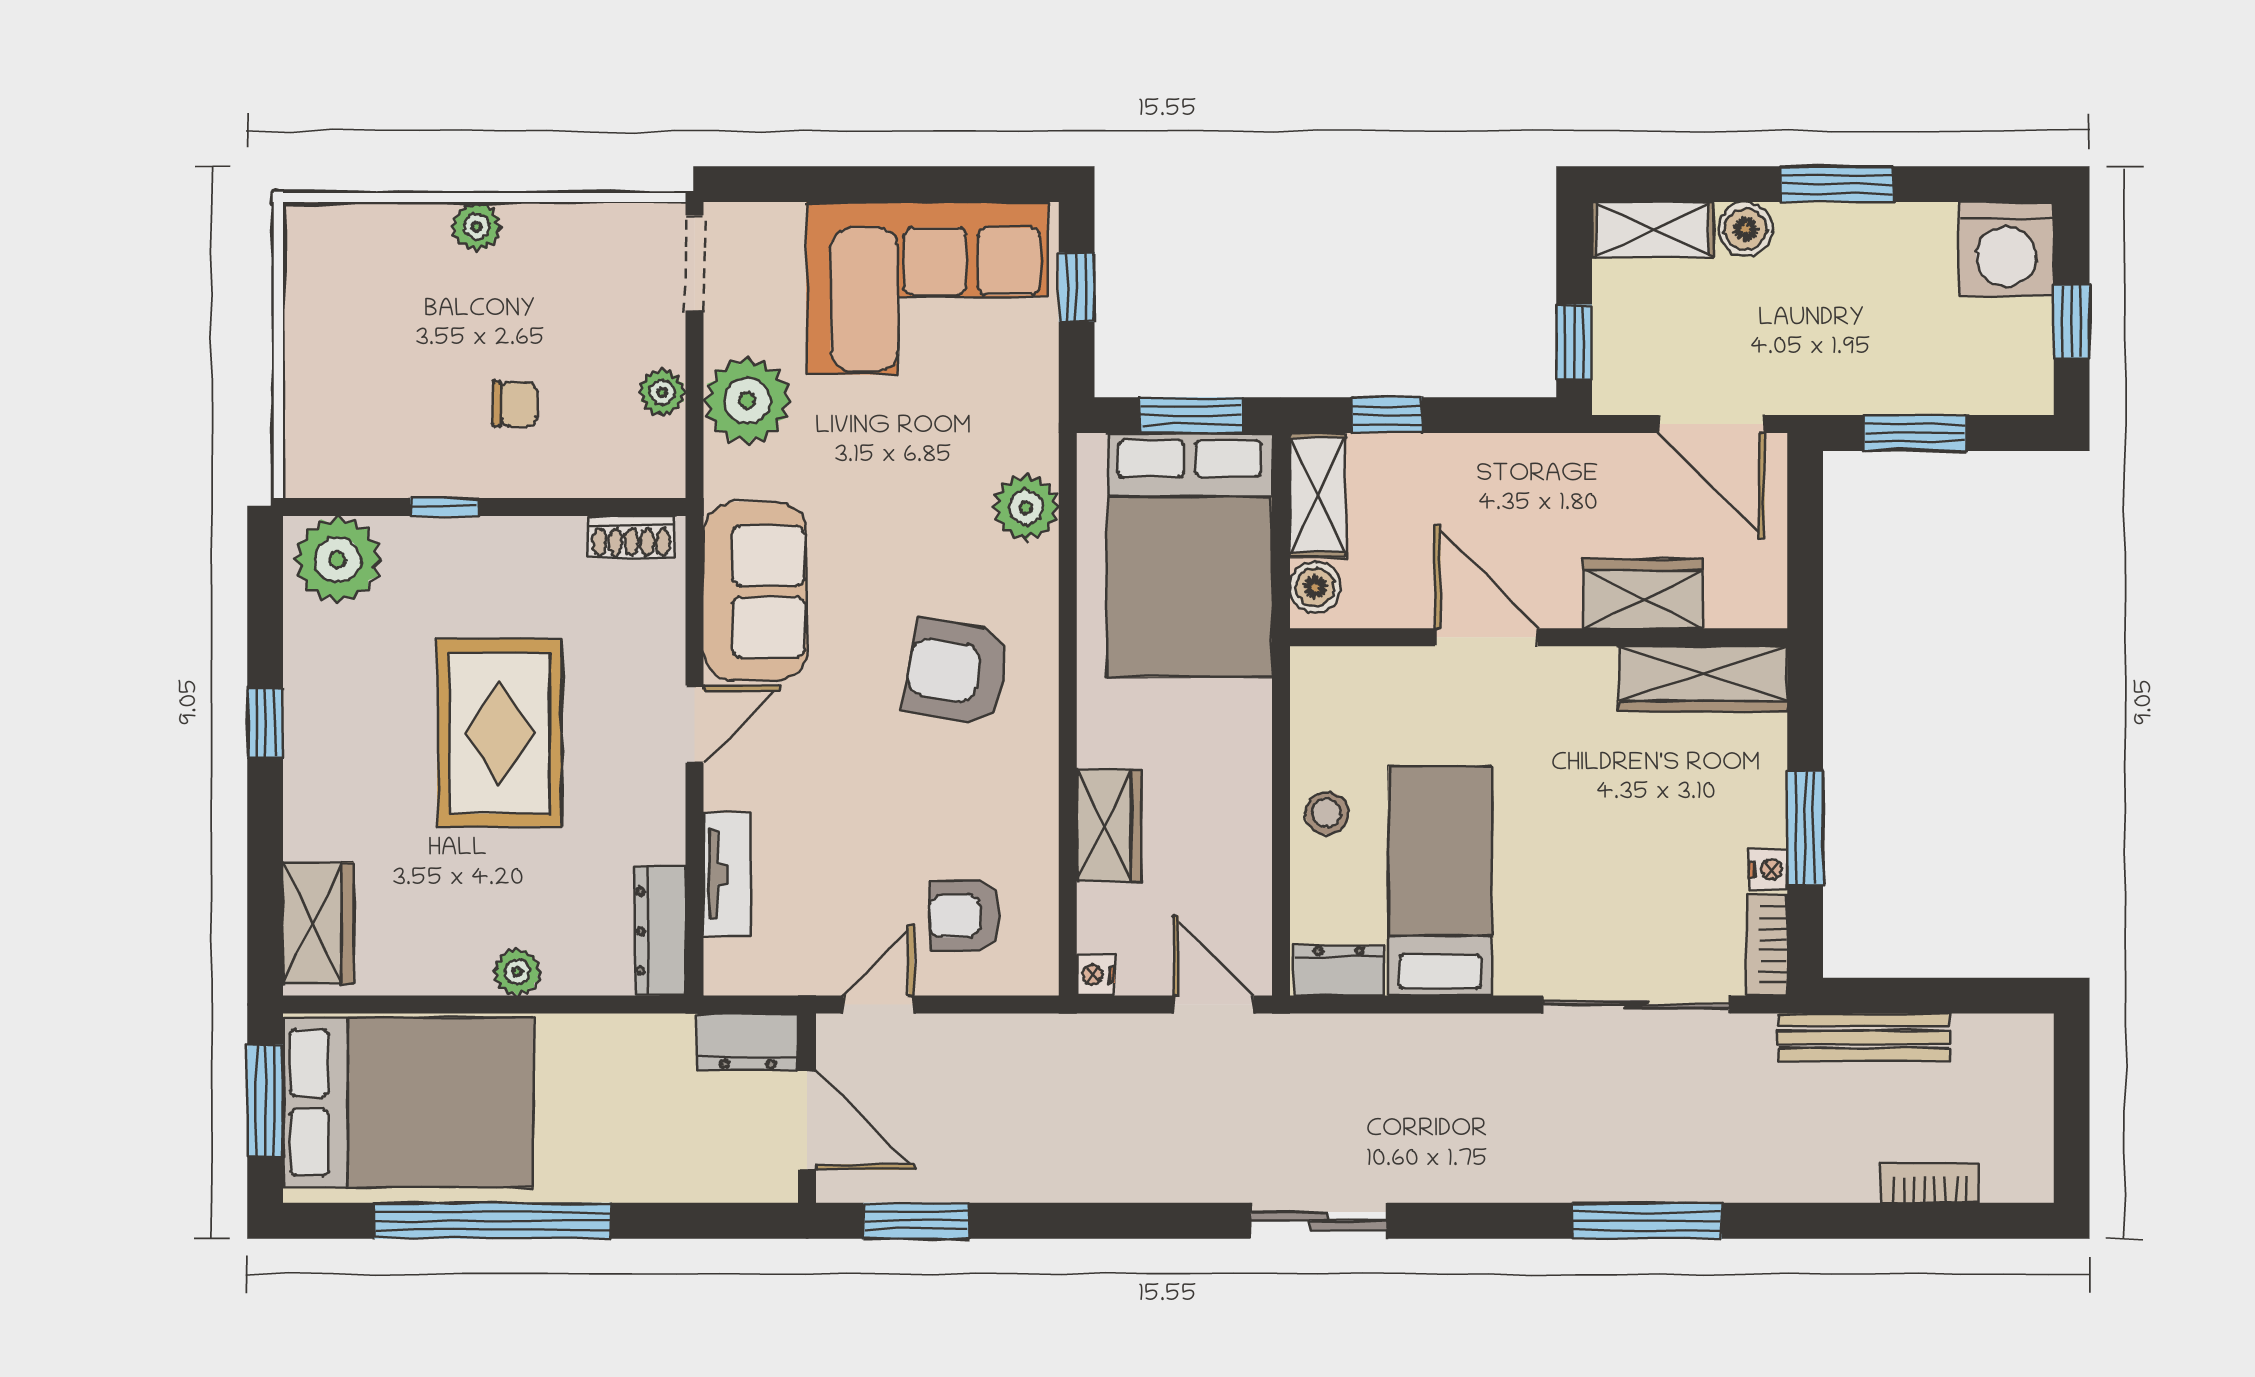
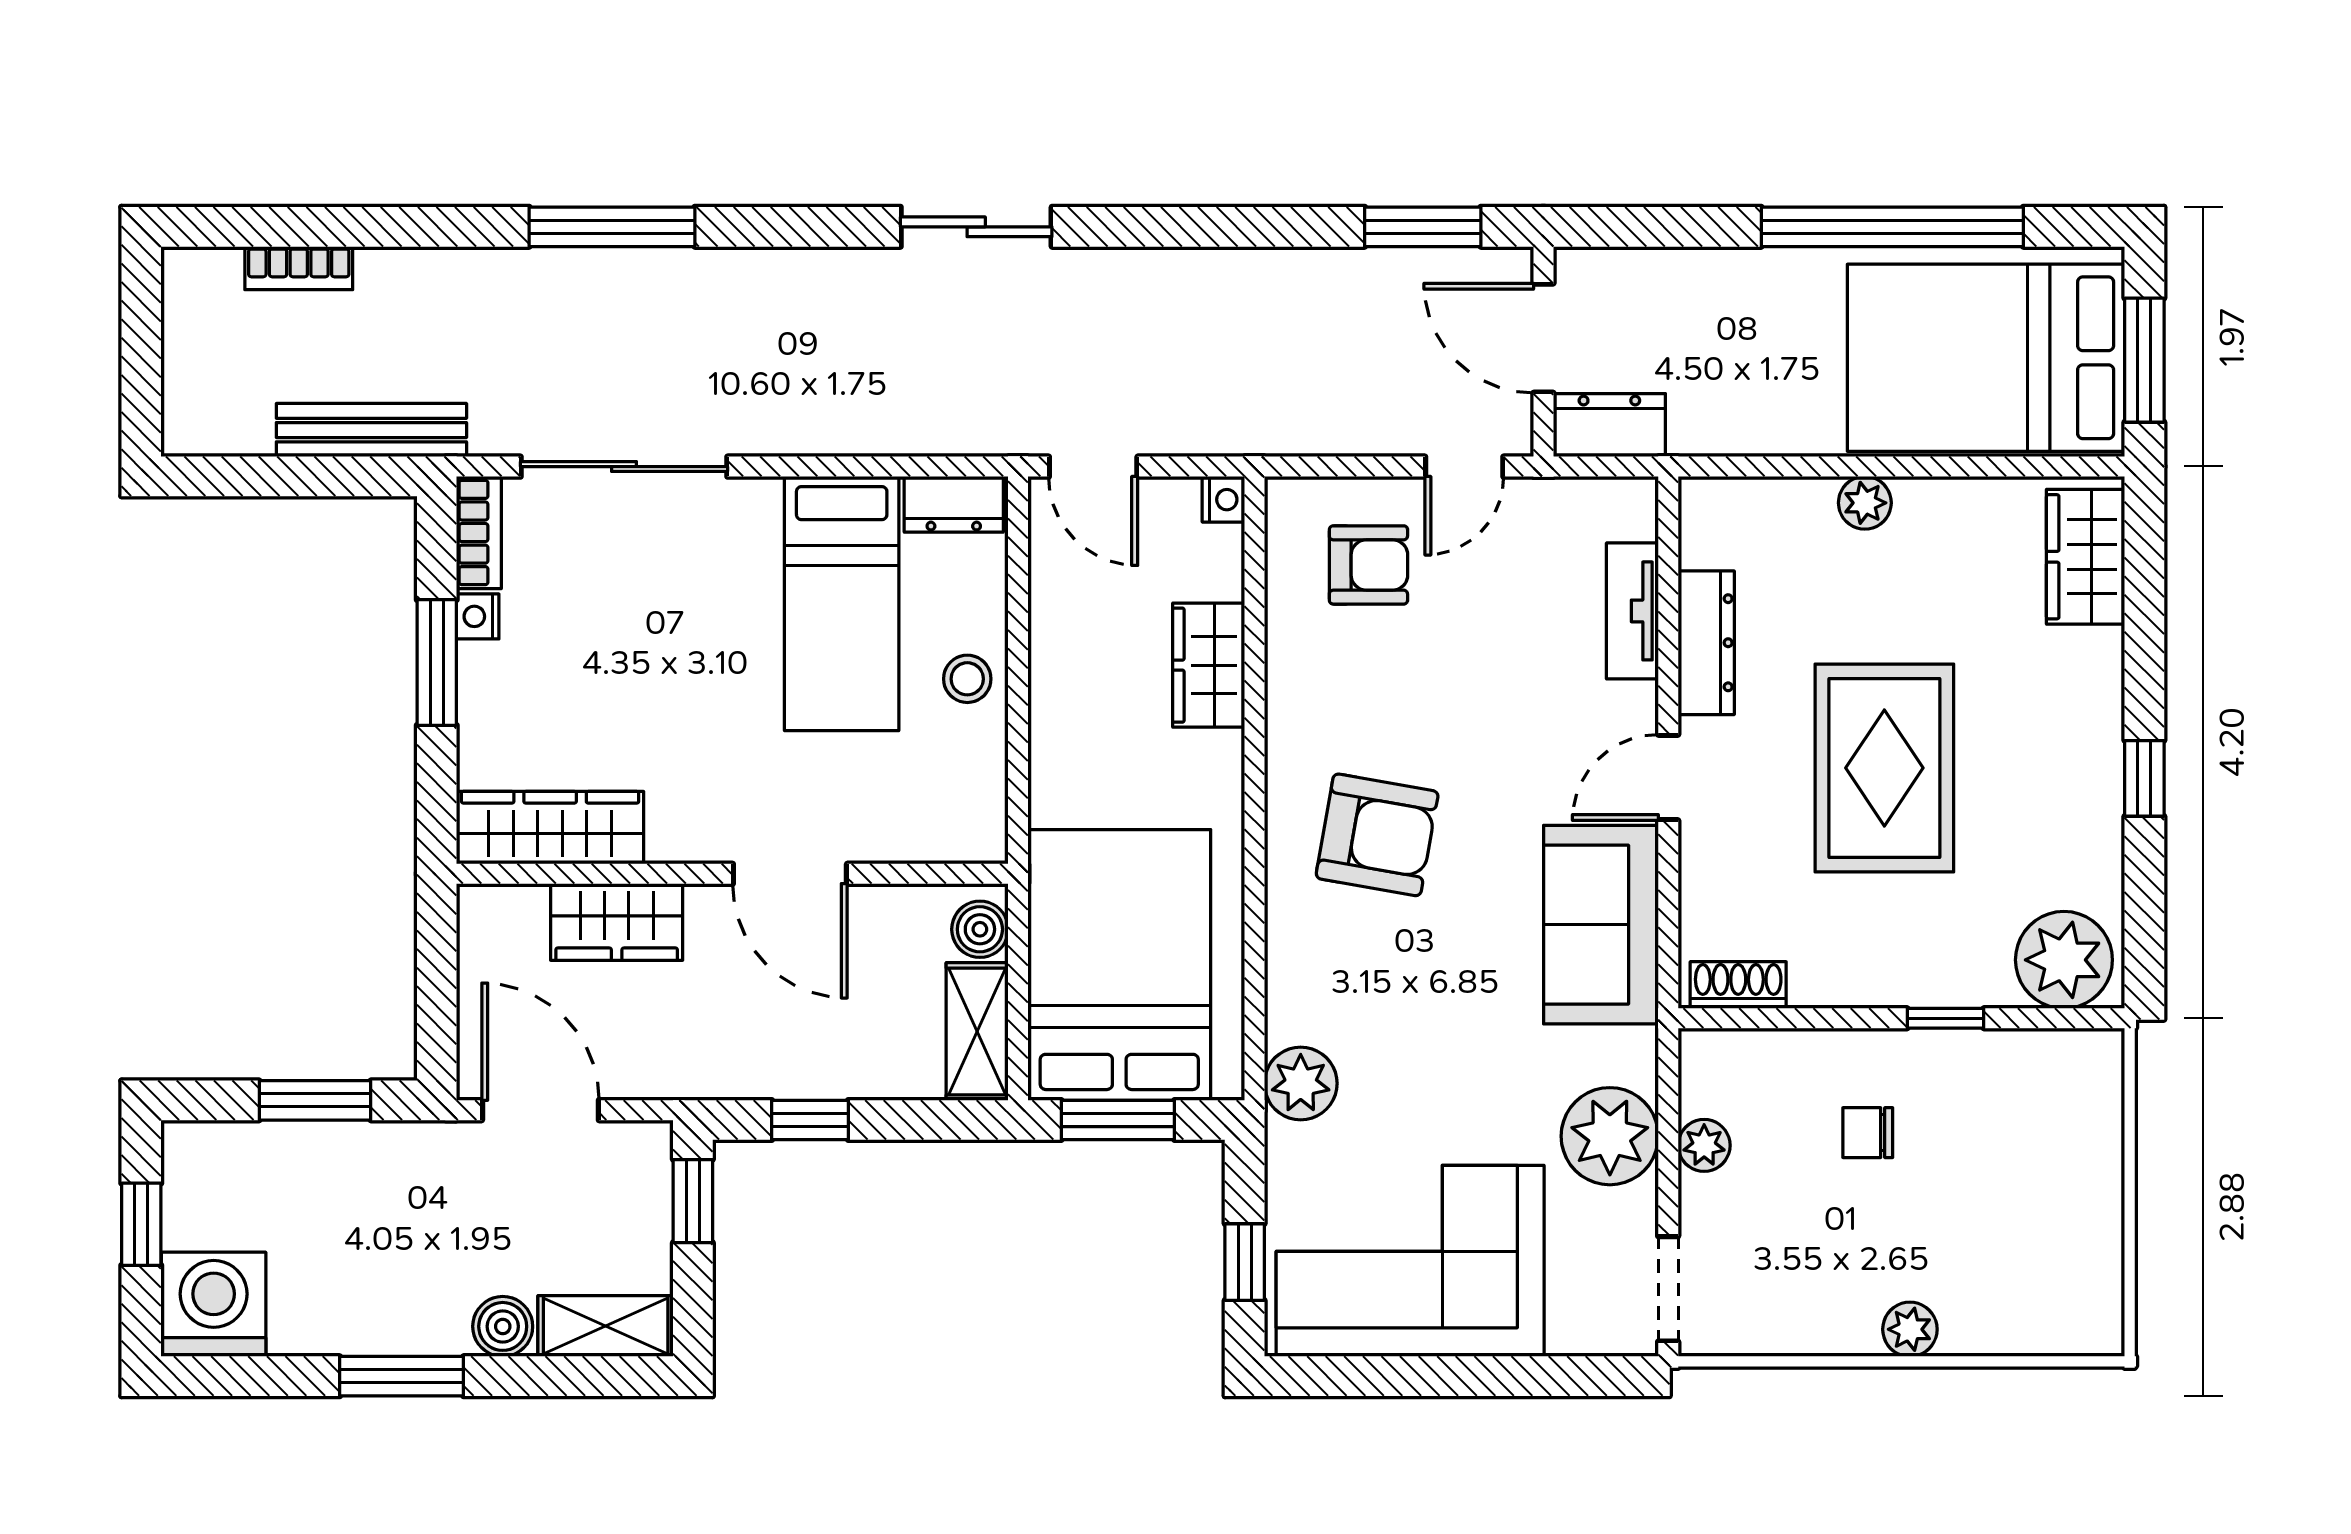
window: (1387, 415) -> (810, 1120), moved
plant: (1026, 507) -> (1301, 1083), moved
dresser: (660, 931) -> (1706, 643), moved

